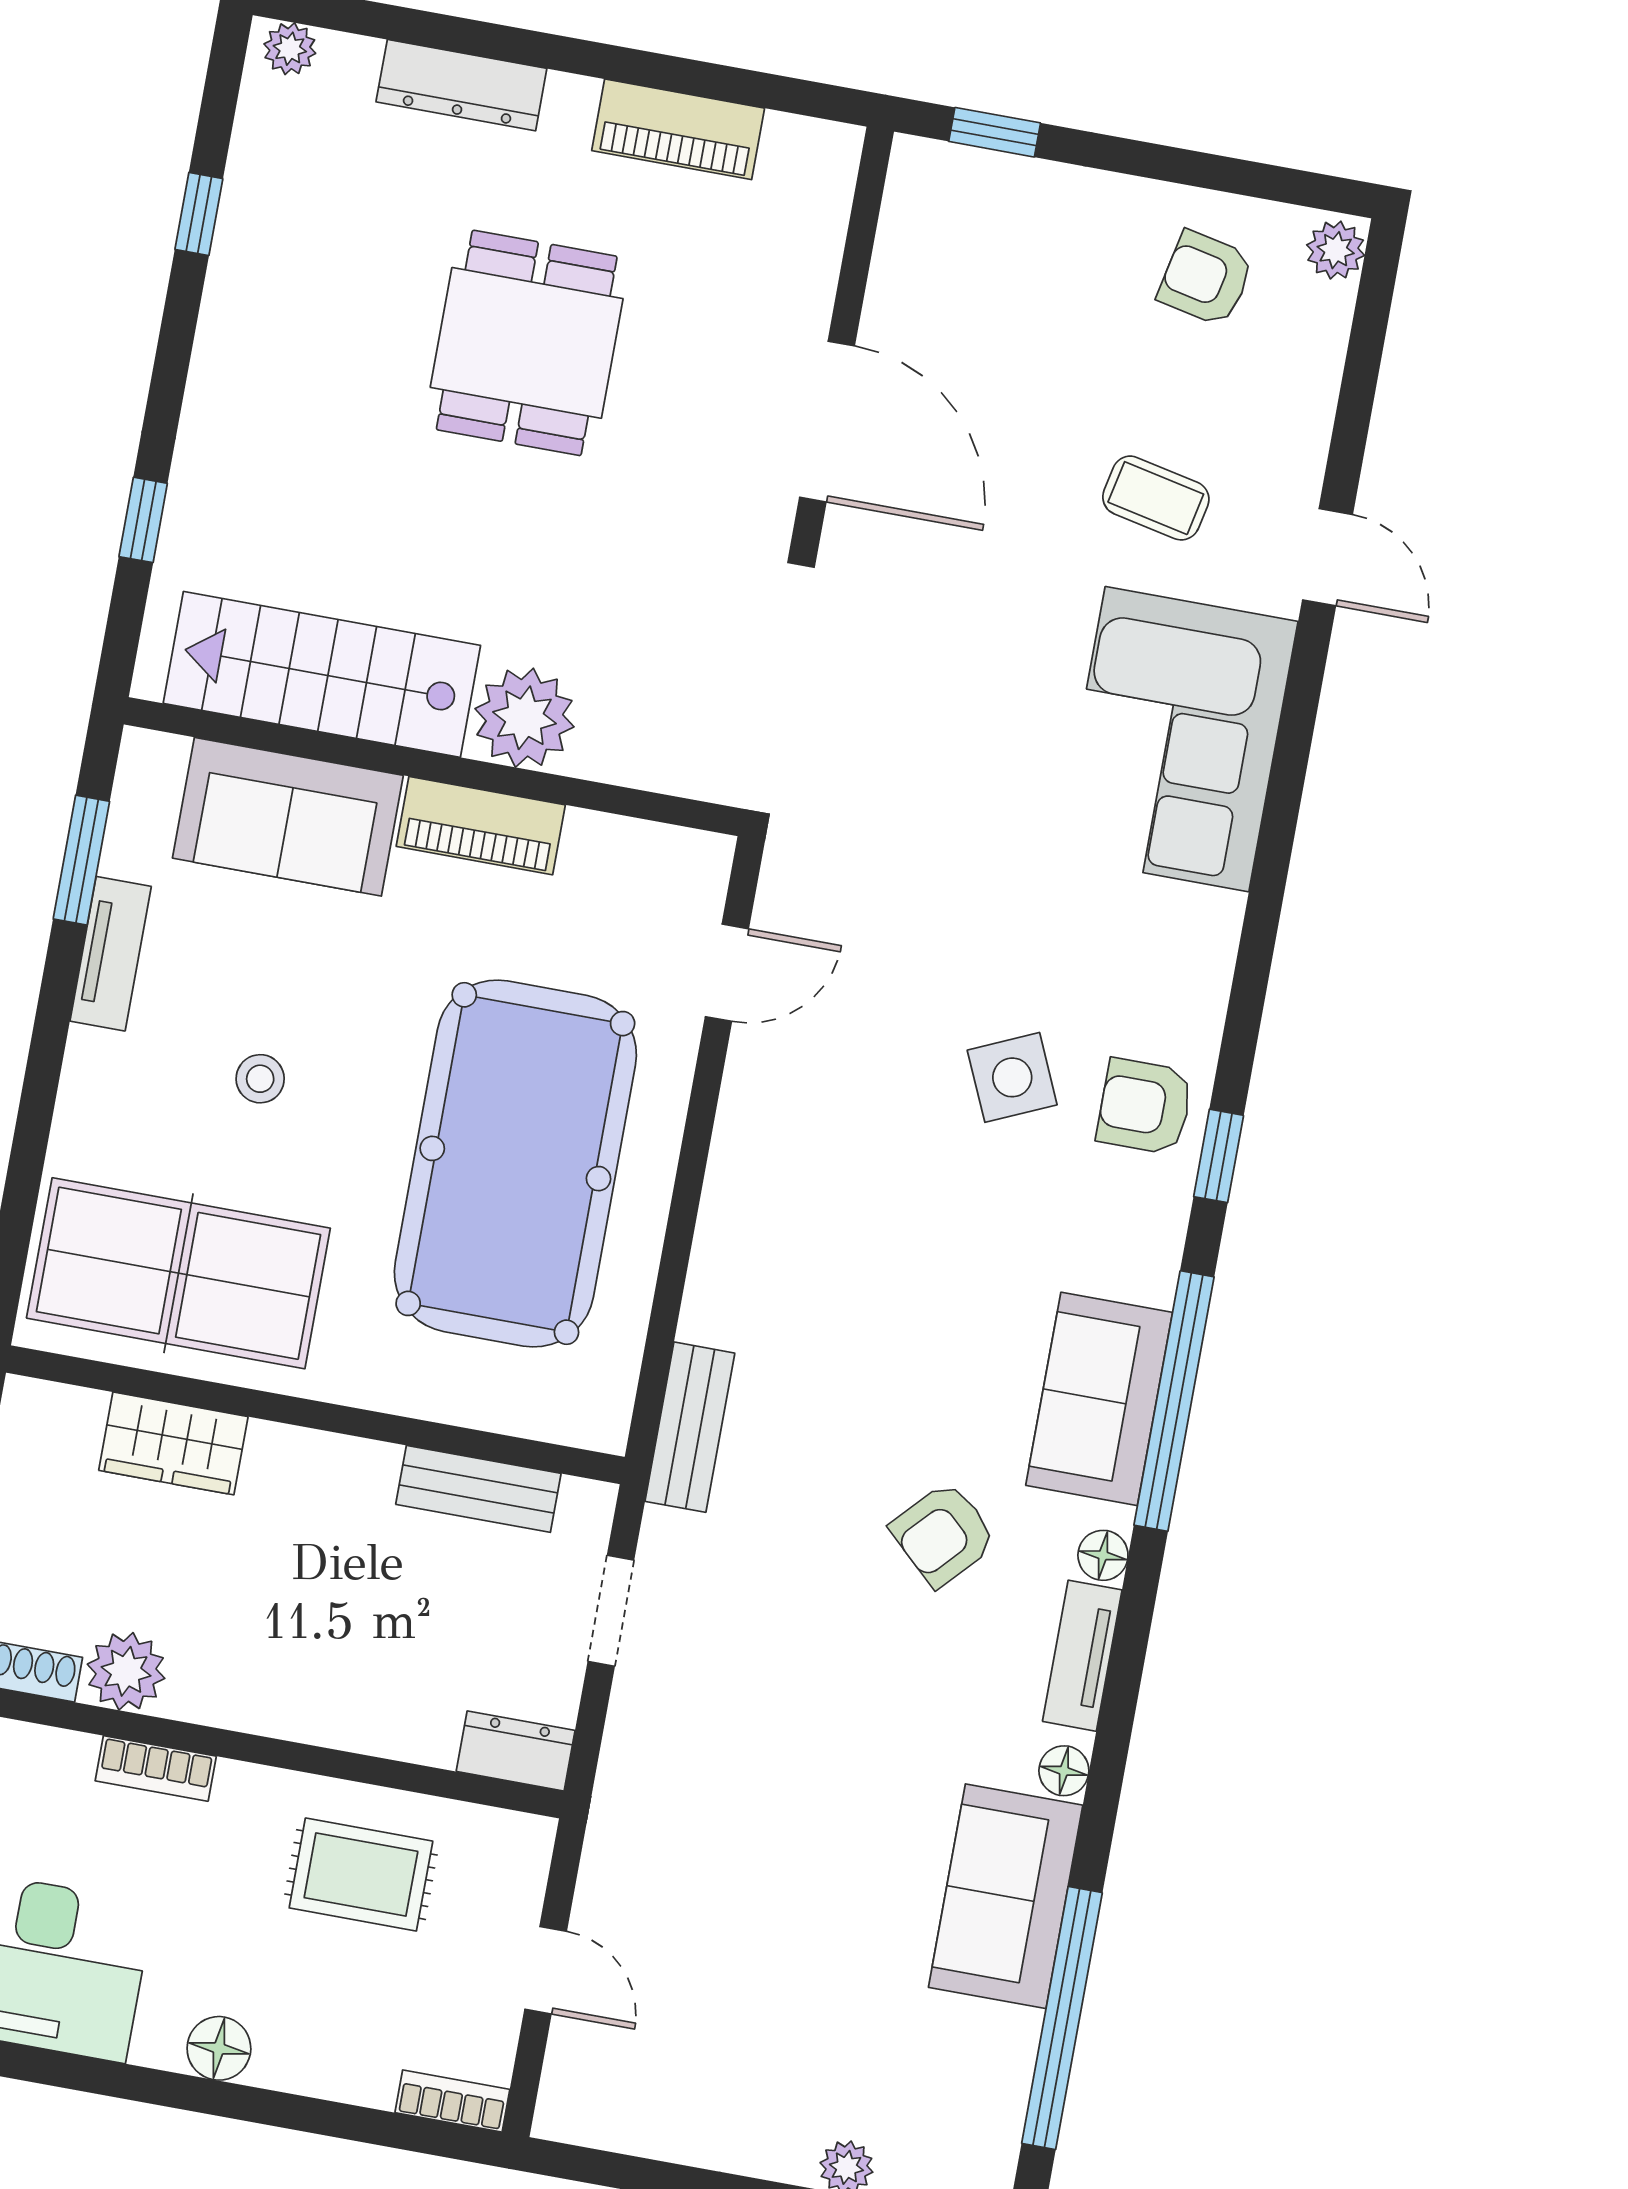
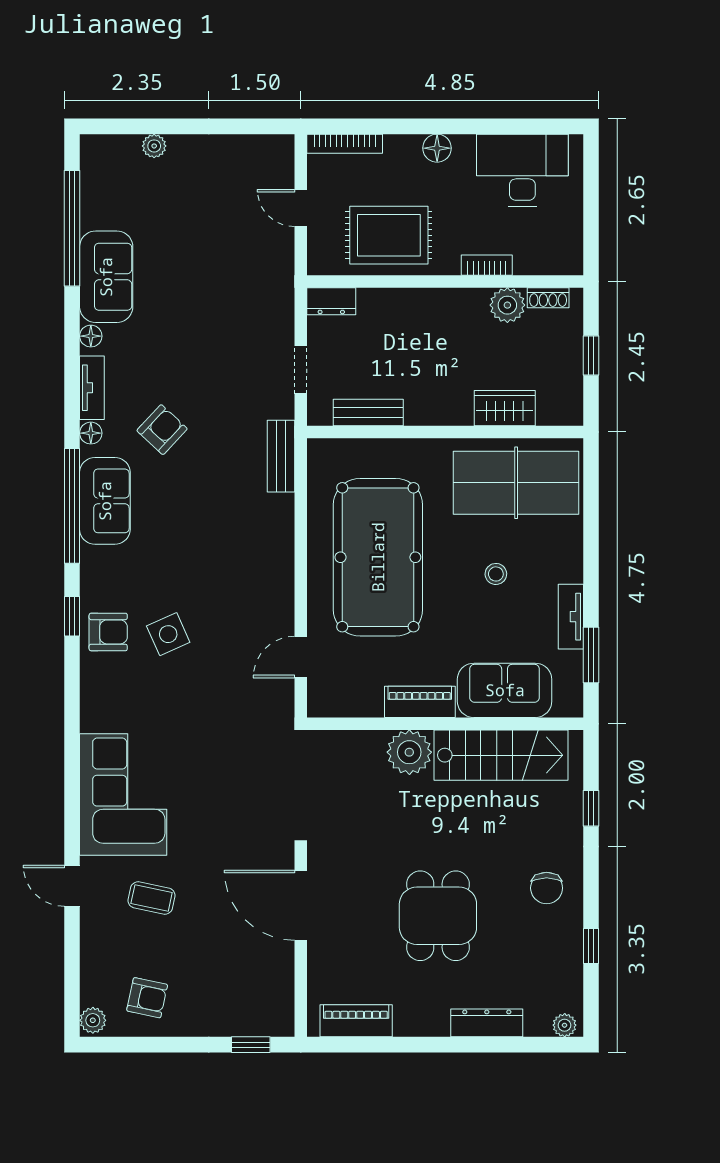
piano: (678, 129) -> (356, 1021), moved
chair: (274, 361) -> (547, 888), added
rug: (361, 1875) -> (389, 235), width x1.36, depth x1.43
bookcase: (452, 2101) -> (345, 144), width x1.56

